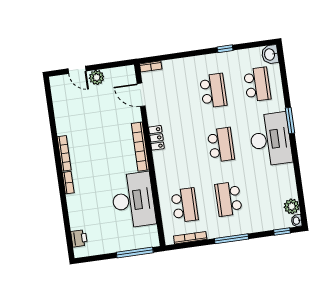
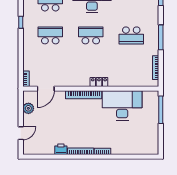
plant: (97, 77) -> (28, 108), moved
locker: (156, 138) -> (99, 82), moved
school desk: (185, 205) -> (131, 68), removed
printer: (79, 238) -> (61, 149), moved

